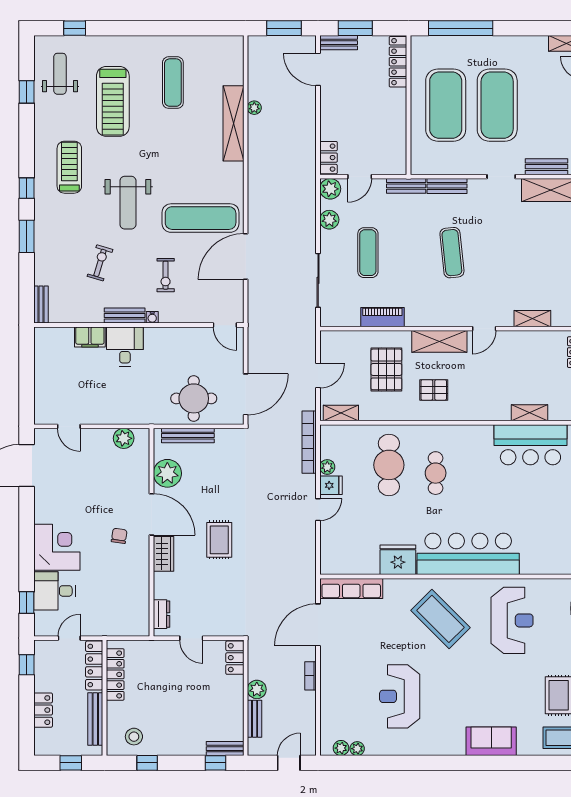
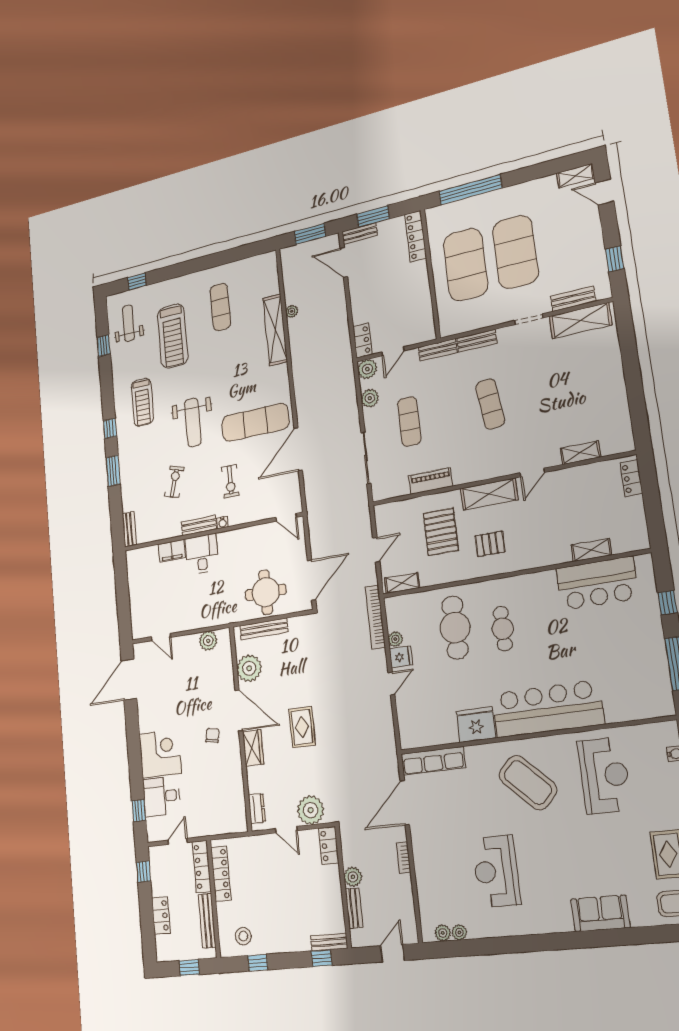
treadmill: (69, 167) -> (142, 402), turned 180
plant: (219, 622) -> (311, 810), added

